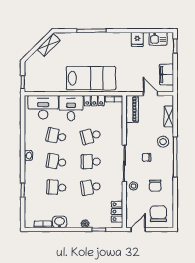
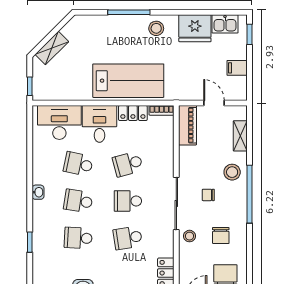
fridge: (137, 39) -> (195, 28), width x1.88, depth x1.34
stool: (110, 42) -> (156, 28), added
shelving: (49, 45) -> (52, 48), moved
filing cabinet: (166, 74) -> (237, 68), width x0.50

